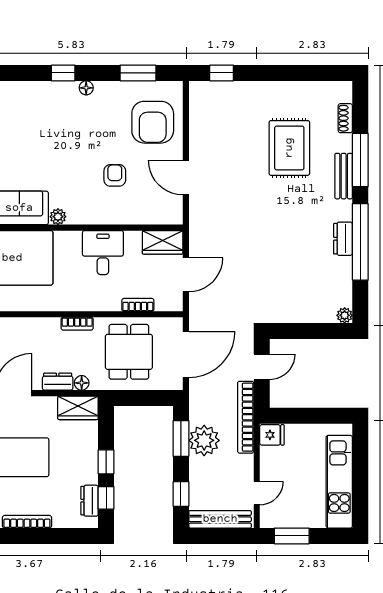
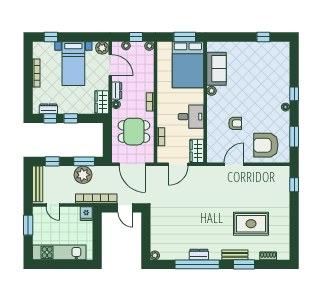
window: (360, 160) -> (244, 264), width x0.69
door: (186, 275) -> (178, 164), hinge flipped

